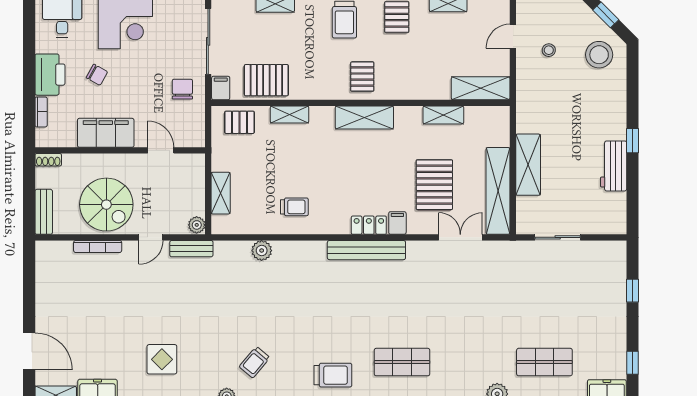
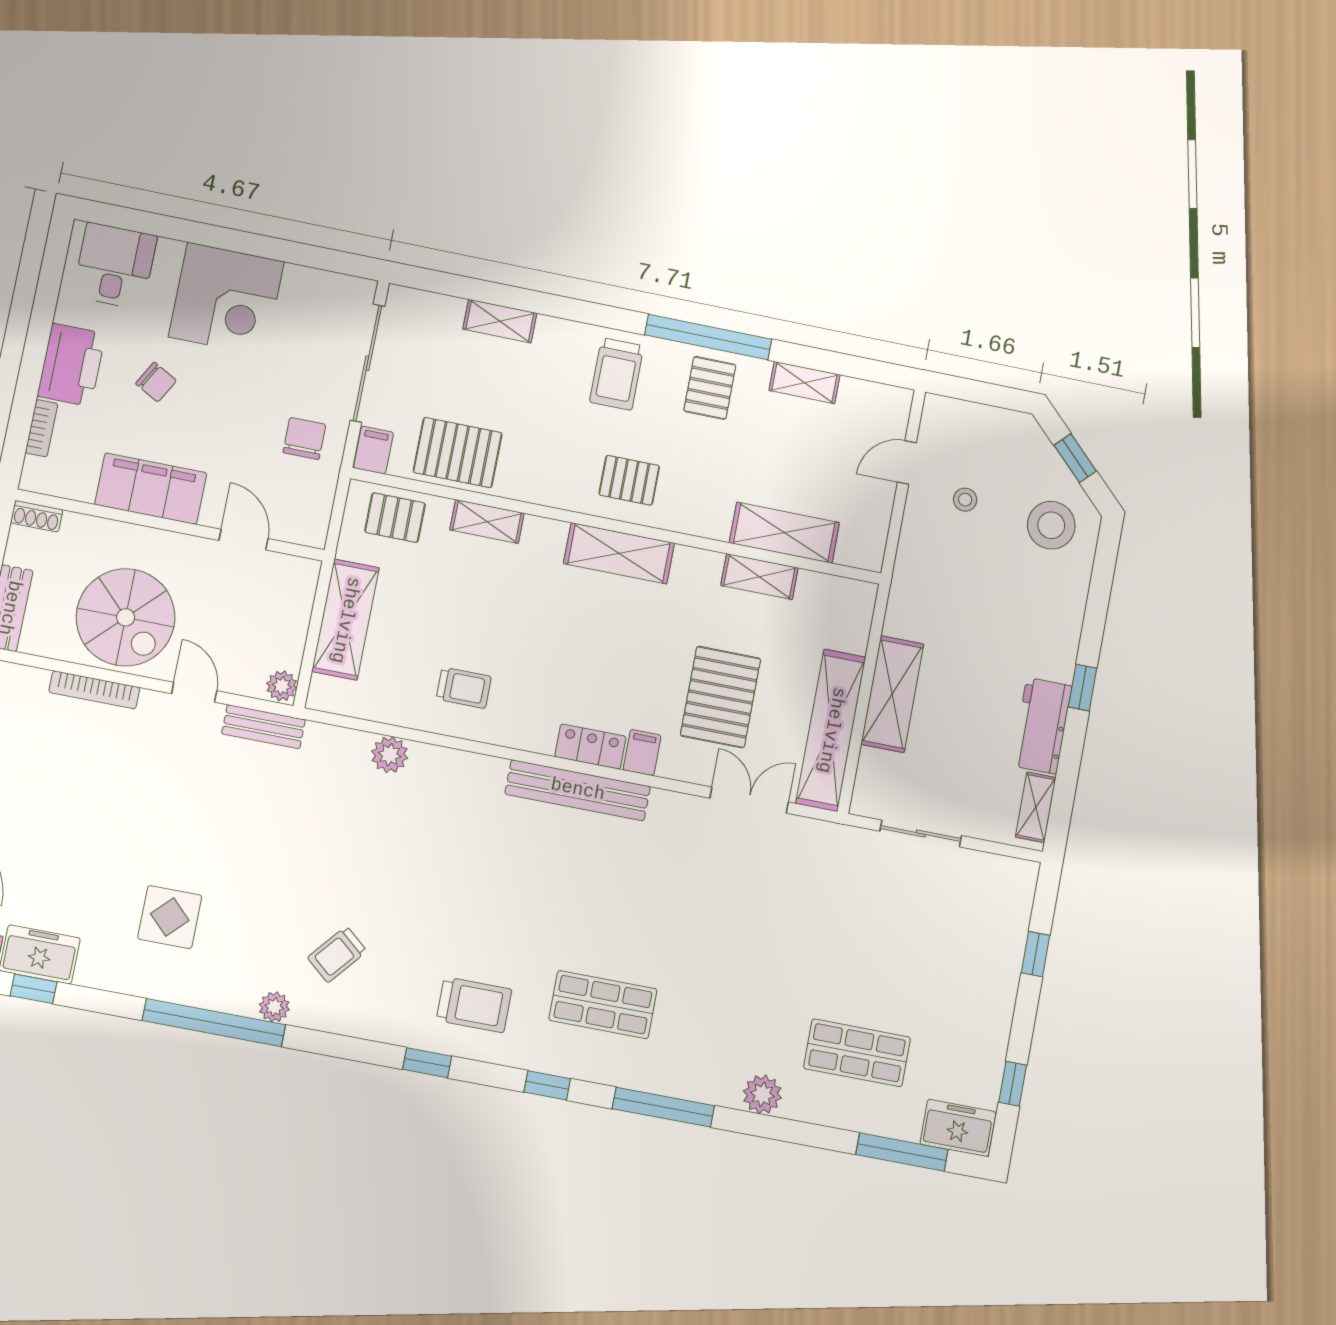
pallet: (362, 77) -> (629, 480), turned 90
shelving: (481, 88) -> (784, 533), moved
shelving: (221, 193) -> (345, 620), width x1.50, depth x1.33
shelving: (618, 211) -> (1036, 807), added
door: (151, 237) -> (194, 692), swing flipped

